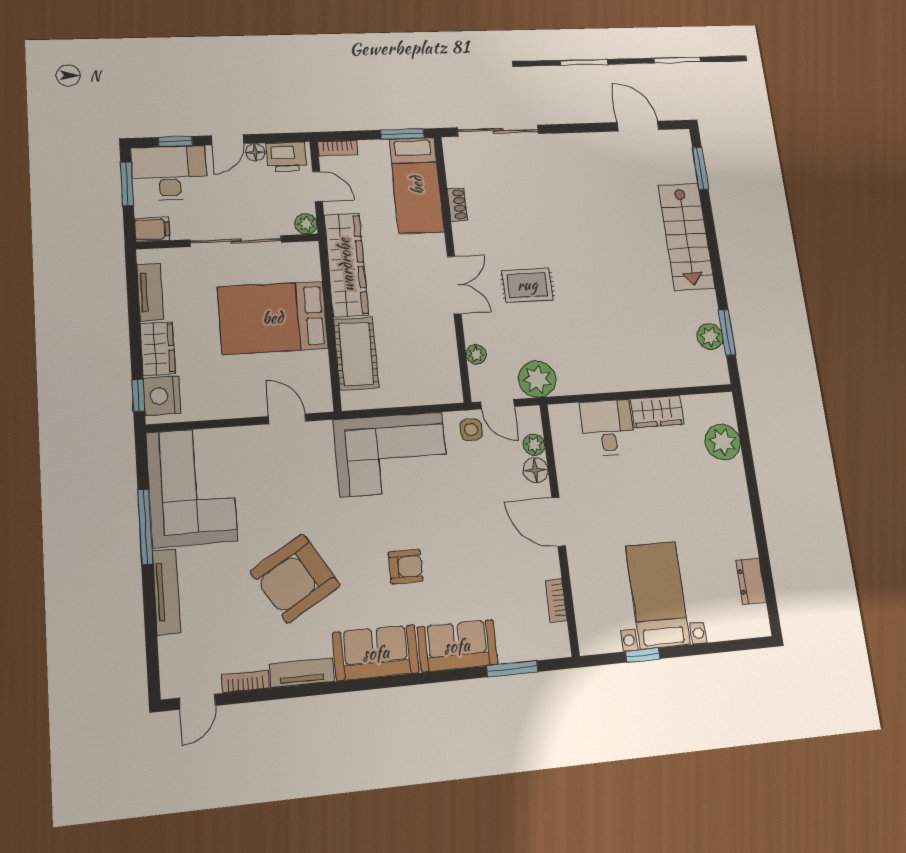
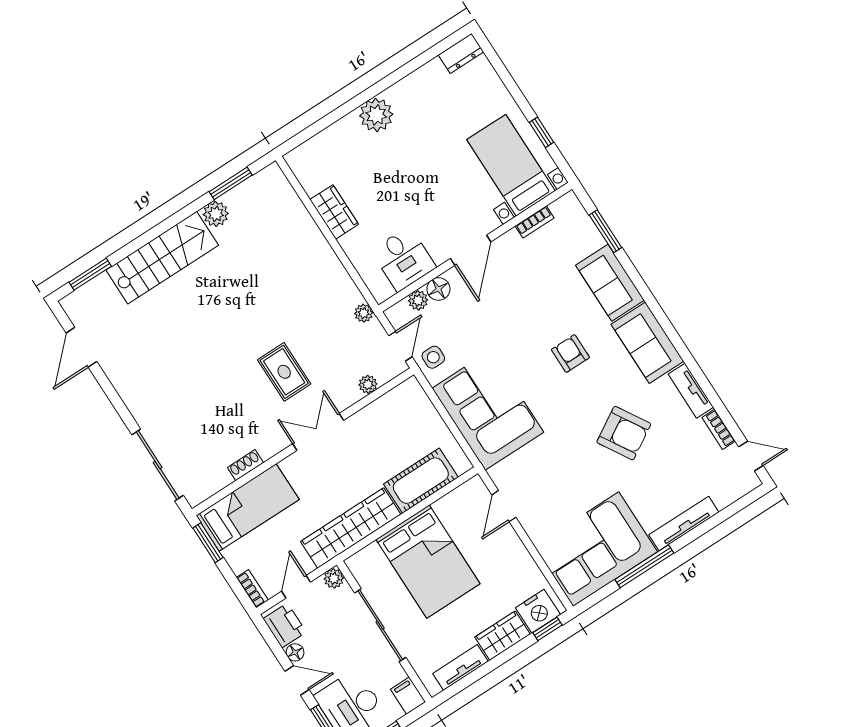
plant: (710, 337) -> (216, 214), moved
plant: (537, 379) -> (364, 313), width x0.53, depth x0.53
desk: (607, 428) -> (404, 259), moved, turned -90
plant: (723, 442) -> (376, 115), moved
armchair: (295, 578) -> (624, 433), width x0.73, depth x0.73
dresser: (751, 581) -> (461, 53), moved
bed with nightstands: (658, 595) -> (511, 165), moved, turned 90

